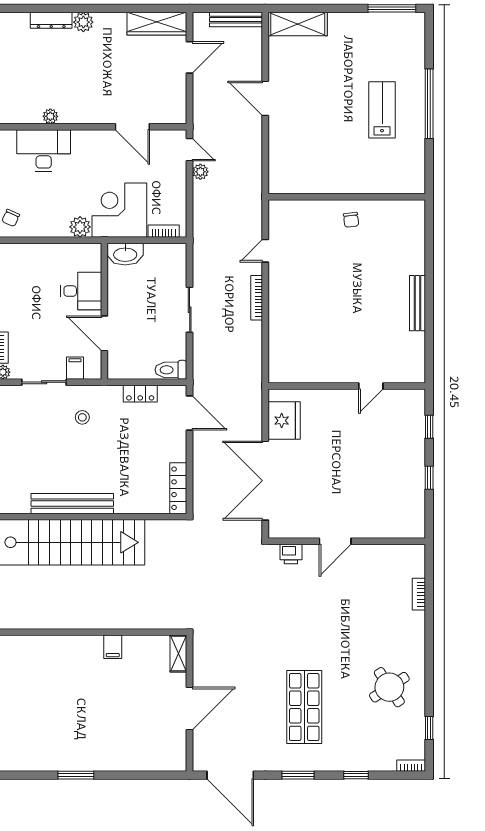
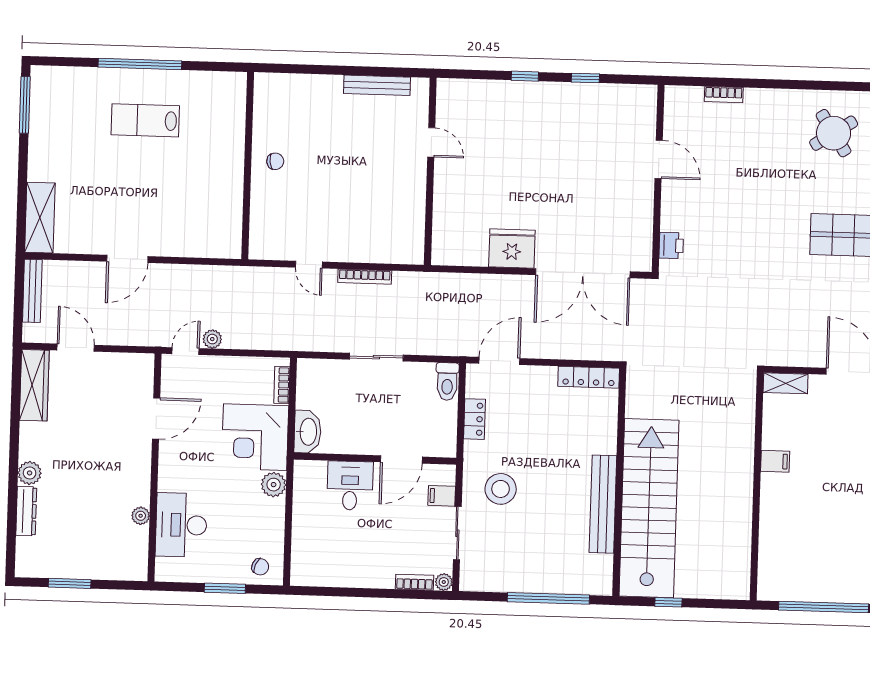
wall: (347, 386) -> (430, 171), moved
door: (371, 386) -> (431, 142), moved
stool: (82, 417) -> (501, 489), width x1.89, depth x1.89
door: (335, 541) -> (659, 159), moved

